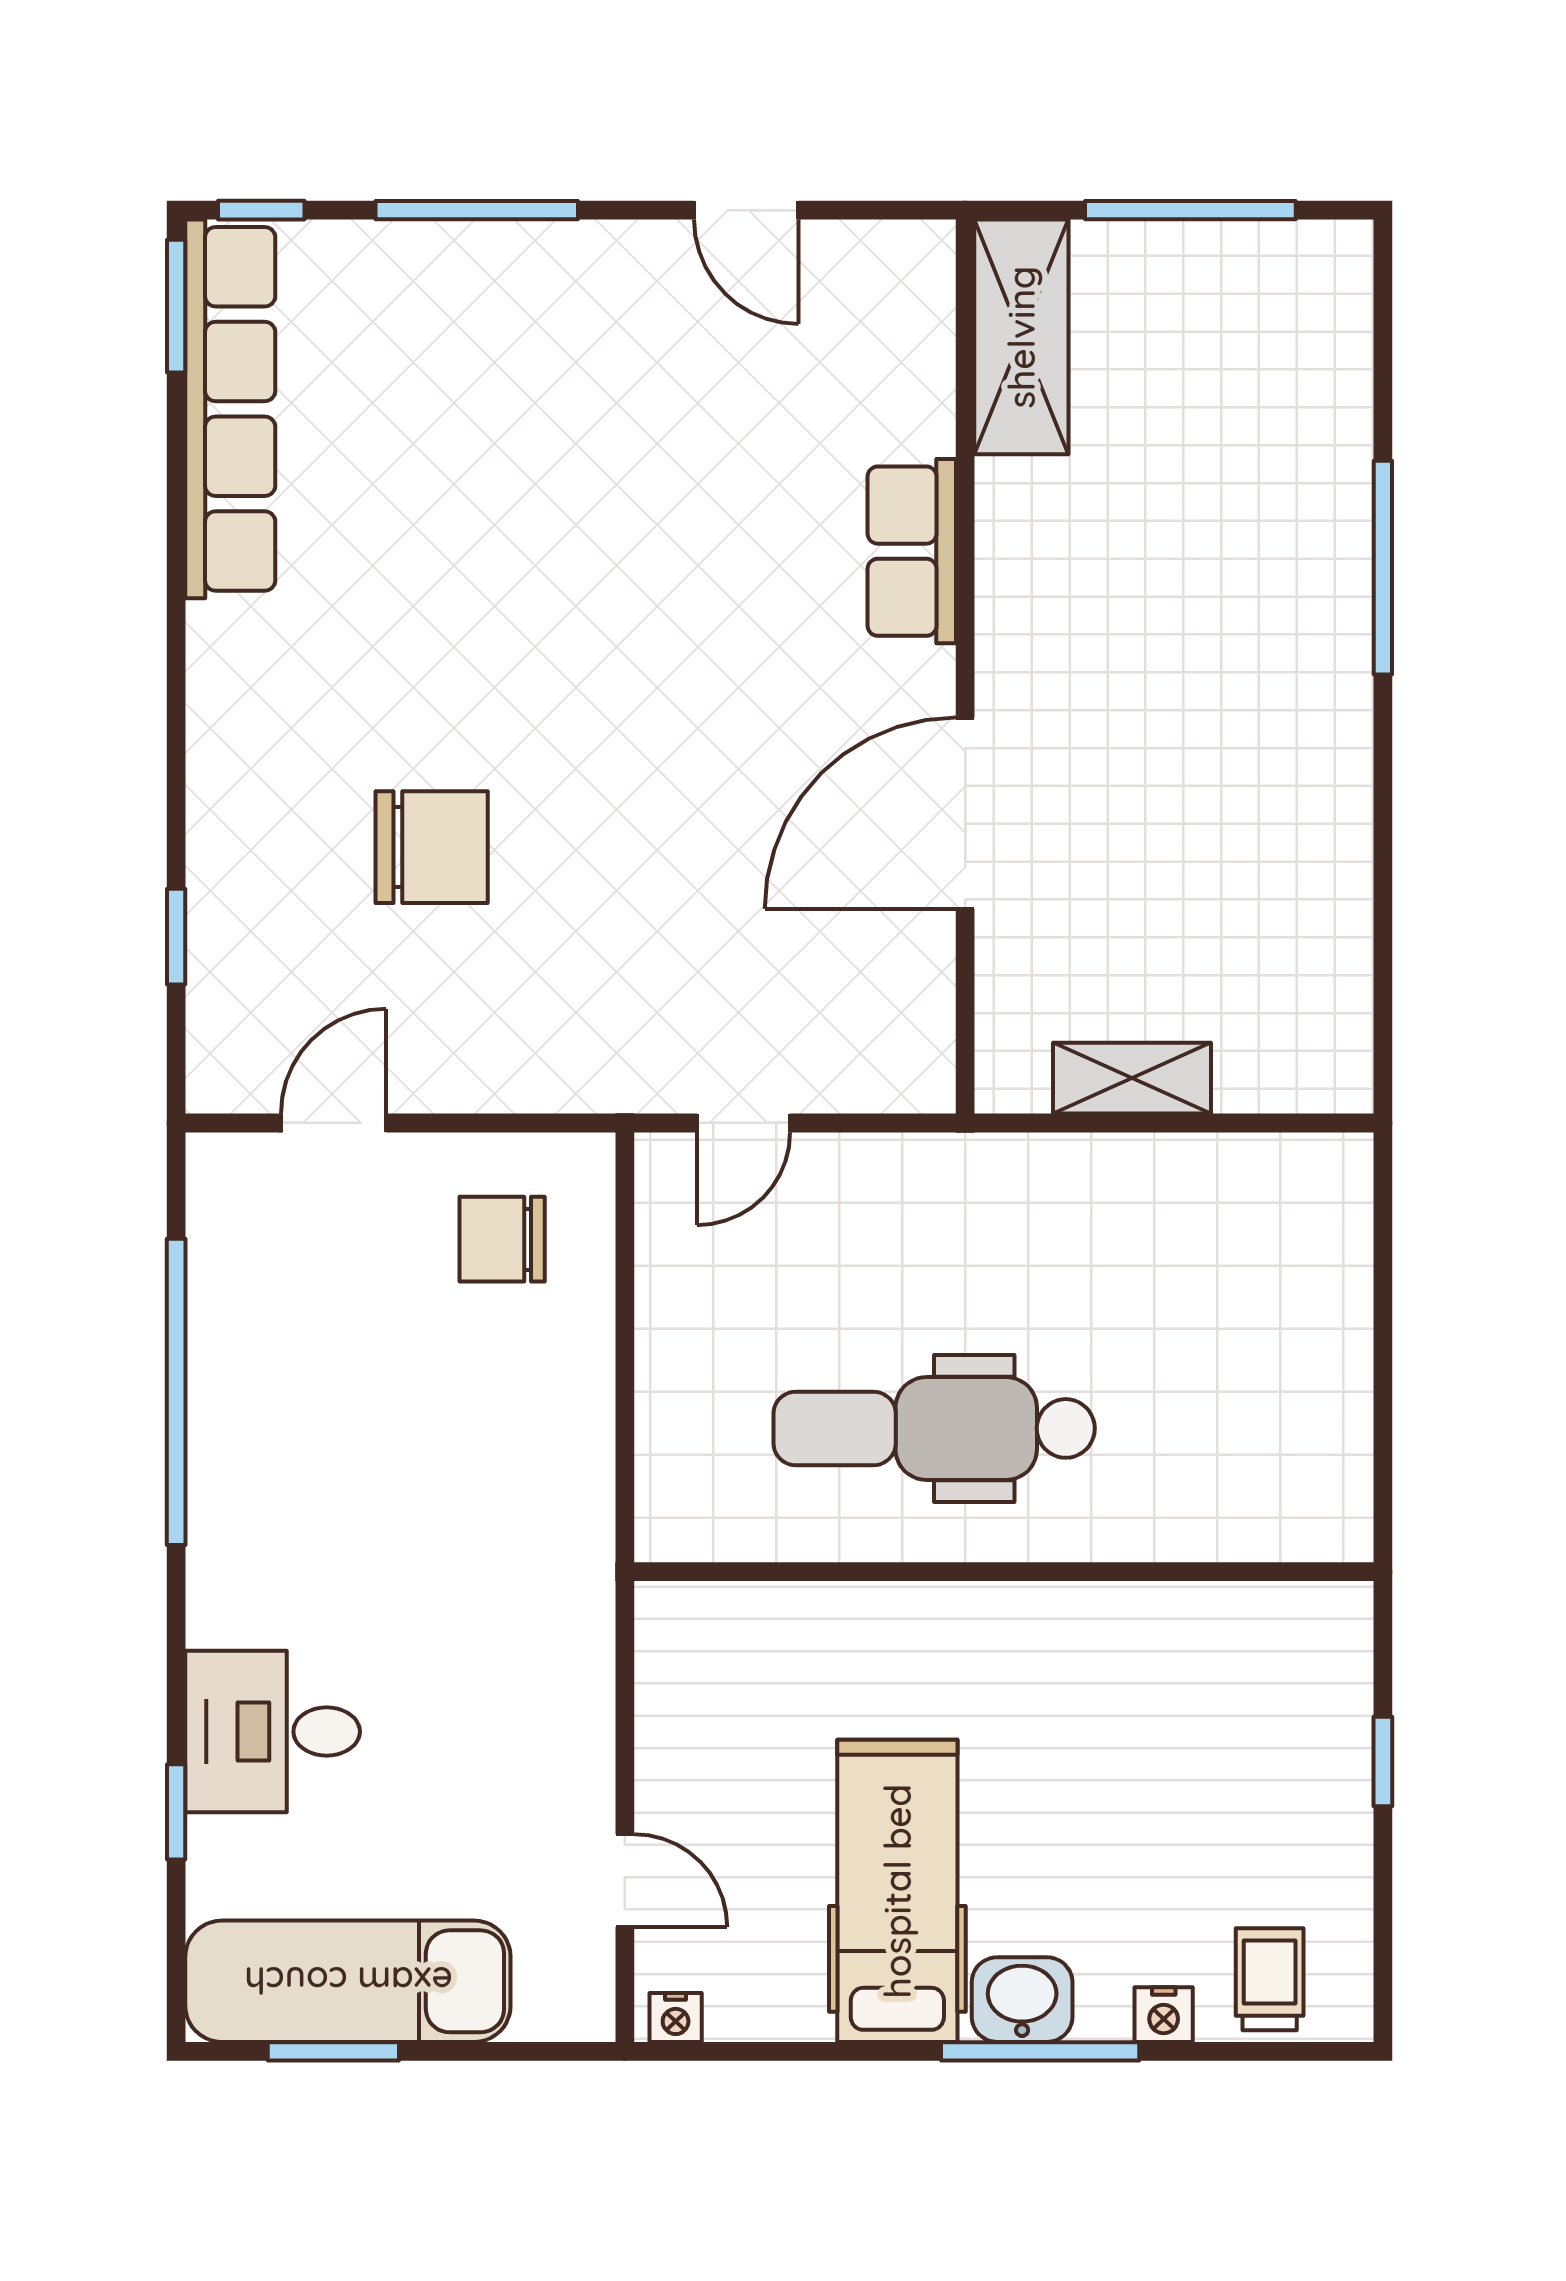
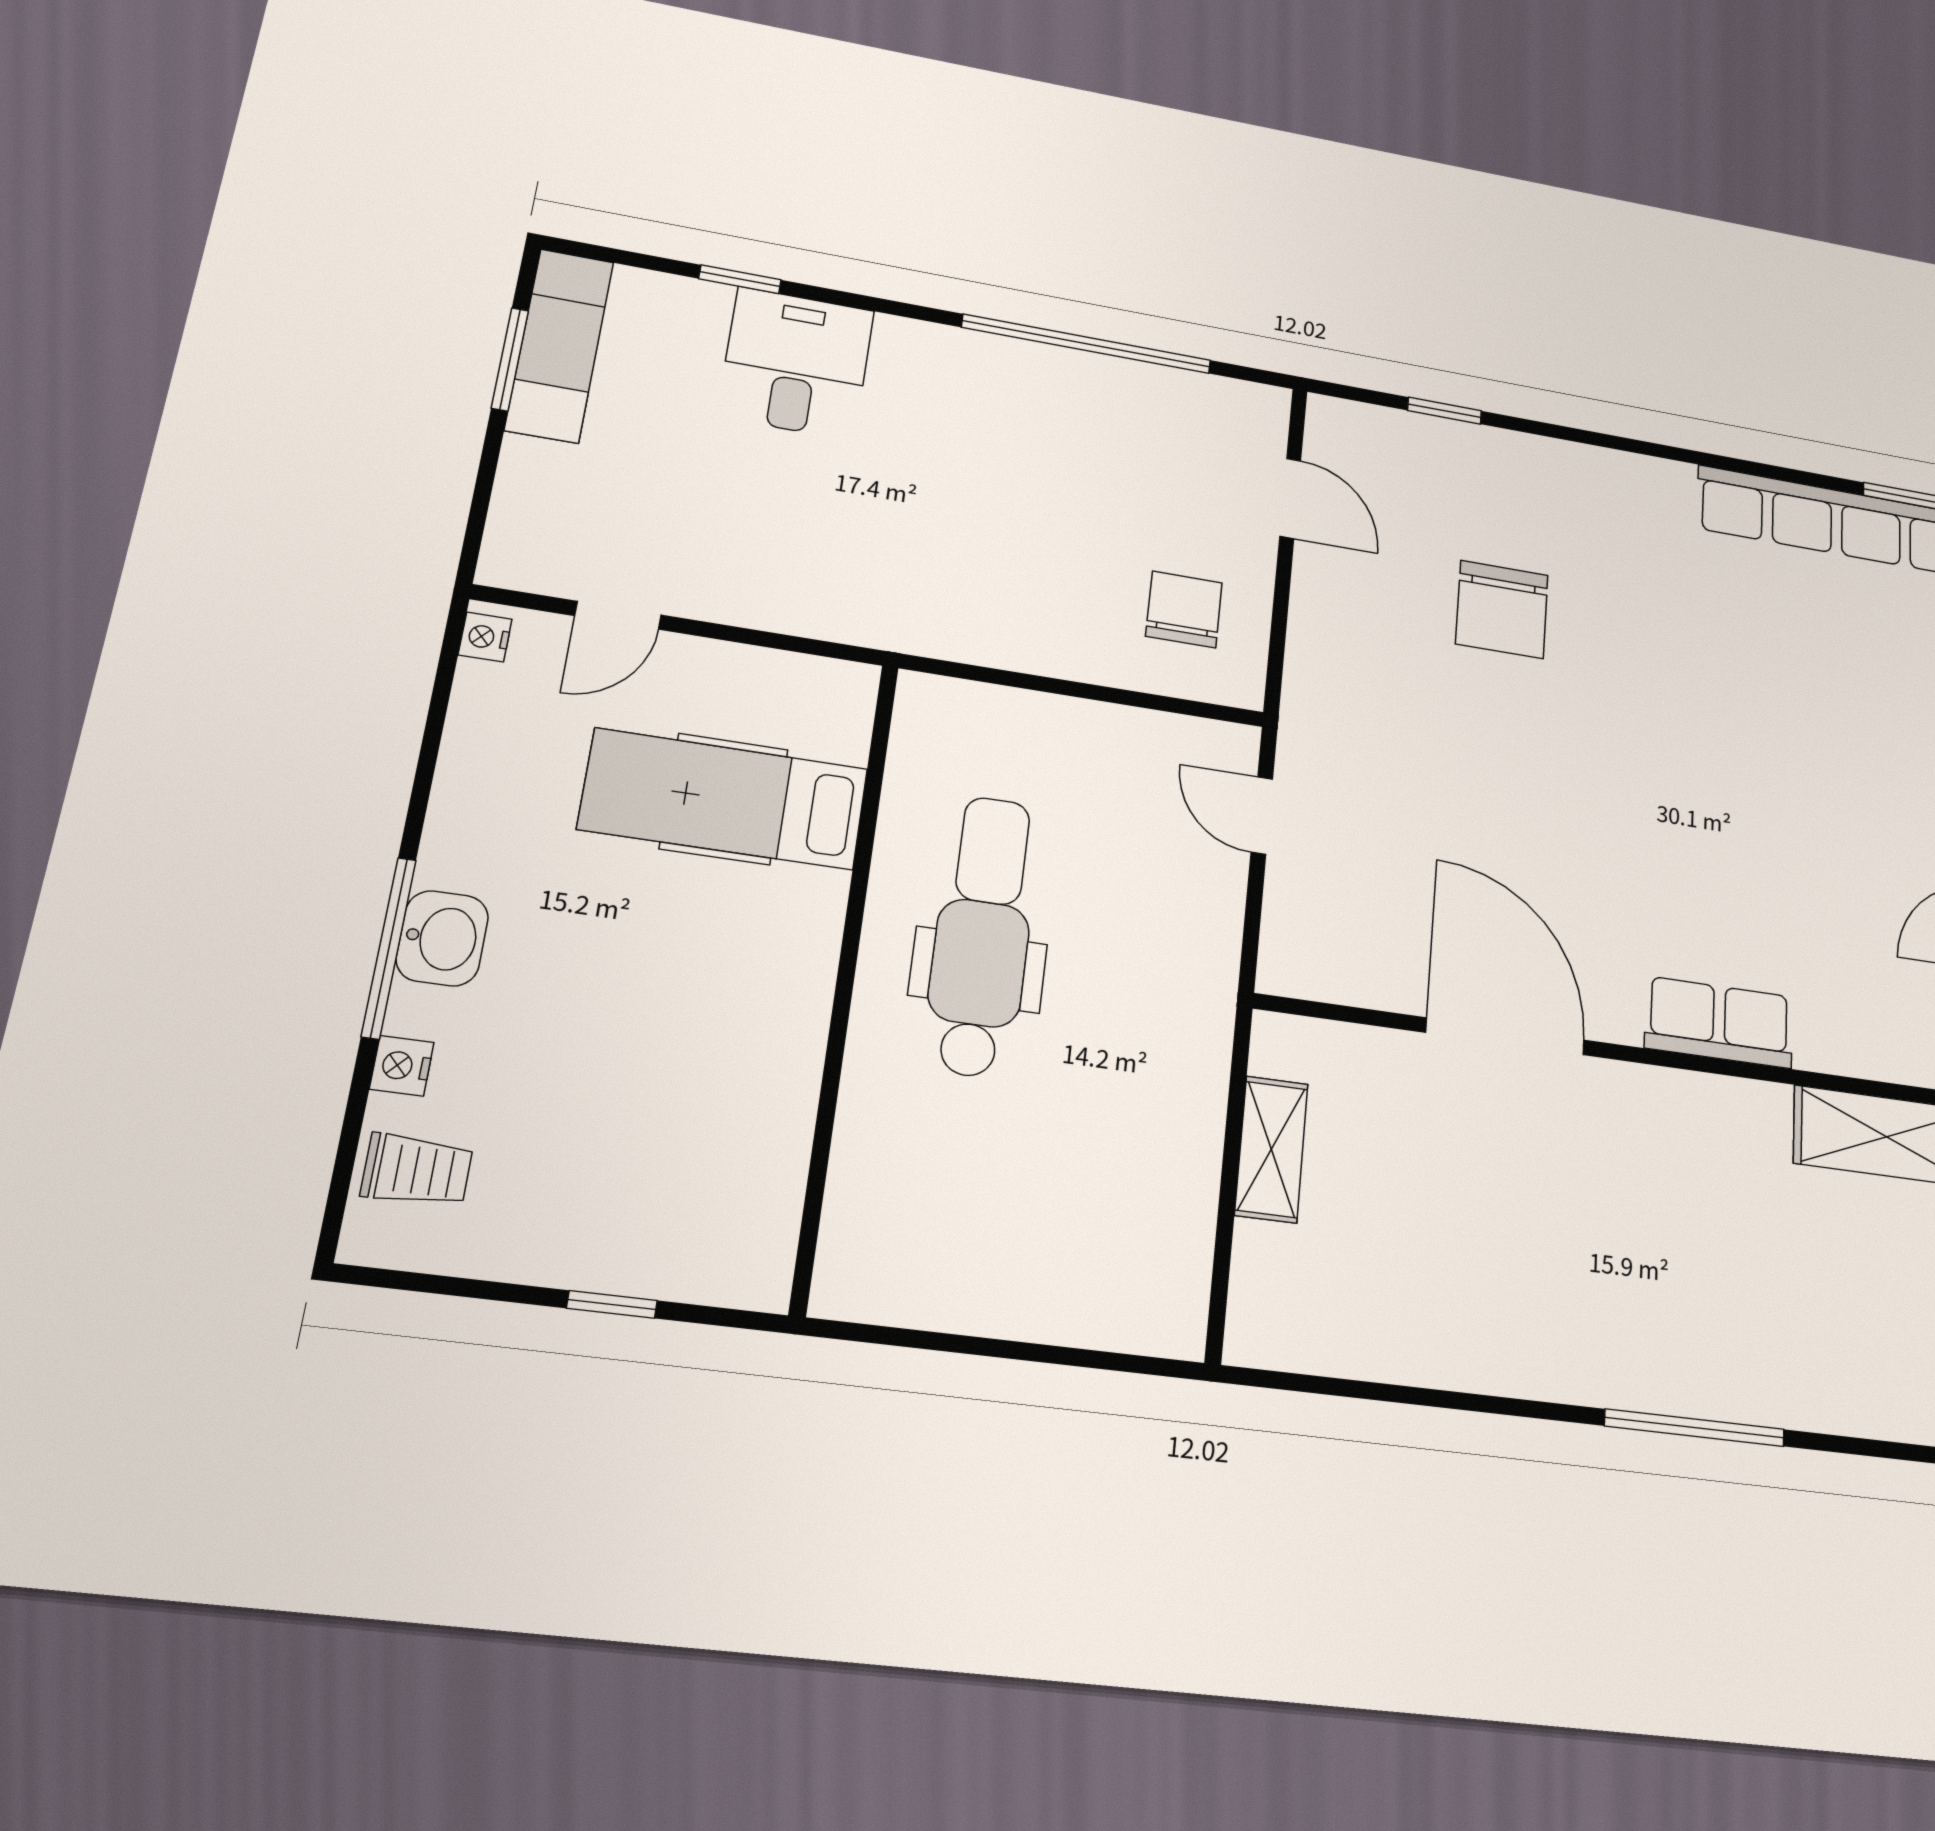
hospital bed: (897, 1891) -> (724, 799), moved, turned 180
exam couch: (348, 1981) -> (559, 345), width x0.73, depth x0.69

